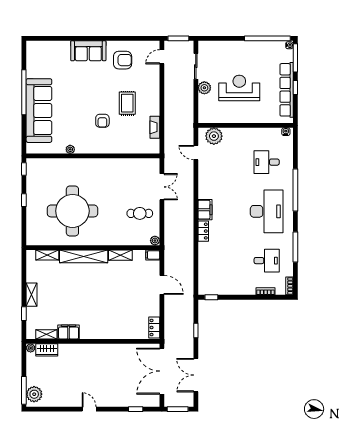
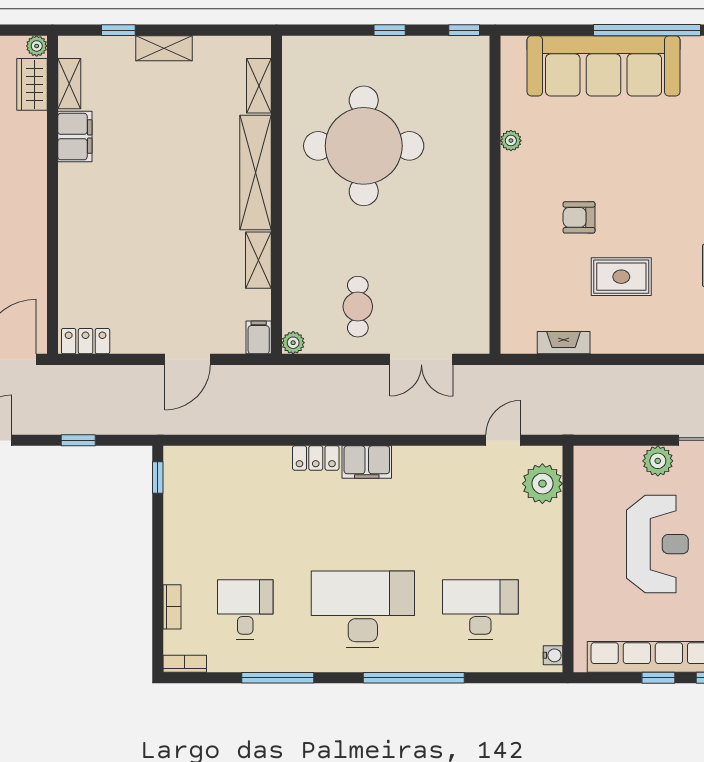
desk: (267, 162) -> (480, 609), width x1.37
desk: (267, 211) -> (363, 609), turned 180
desk: (267, 261) -> (245, 609), turned 180

